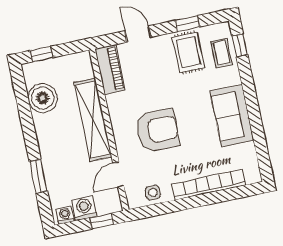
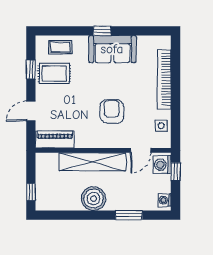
window: (240, 45) -> (102, 31), moved
boiler: (43, 98) -> (94, 199), moved
armchair: (157, 130) -> (112, 112), width x0.73, depth x0.73
door: (118, 174) -> (141, 150), hinge flipped
washing machine: (84, 208) -> (162, 165), moved

